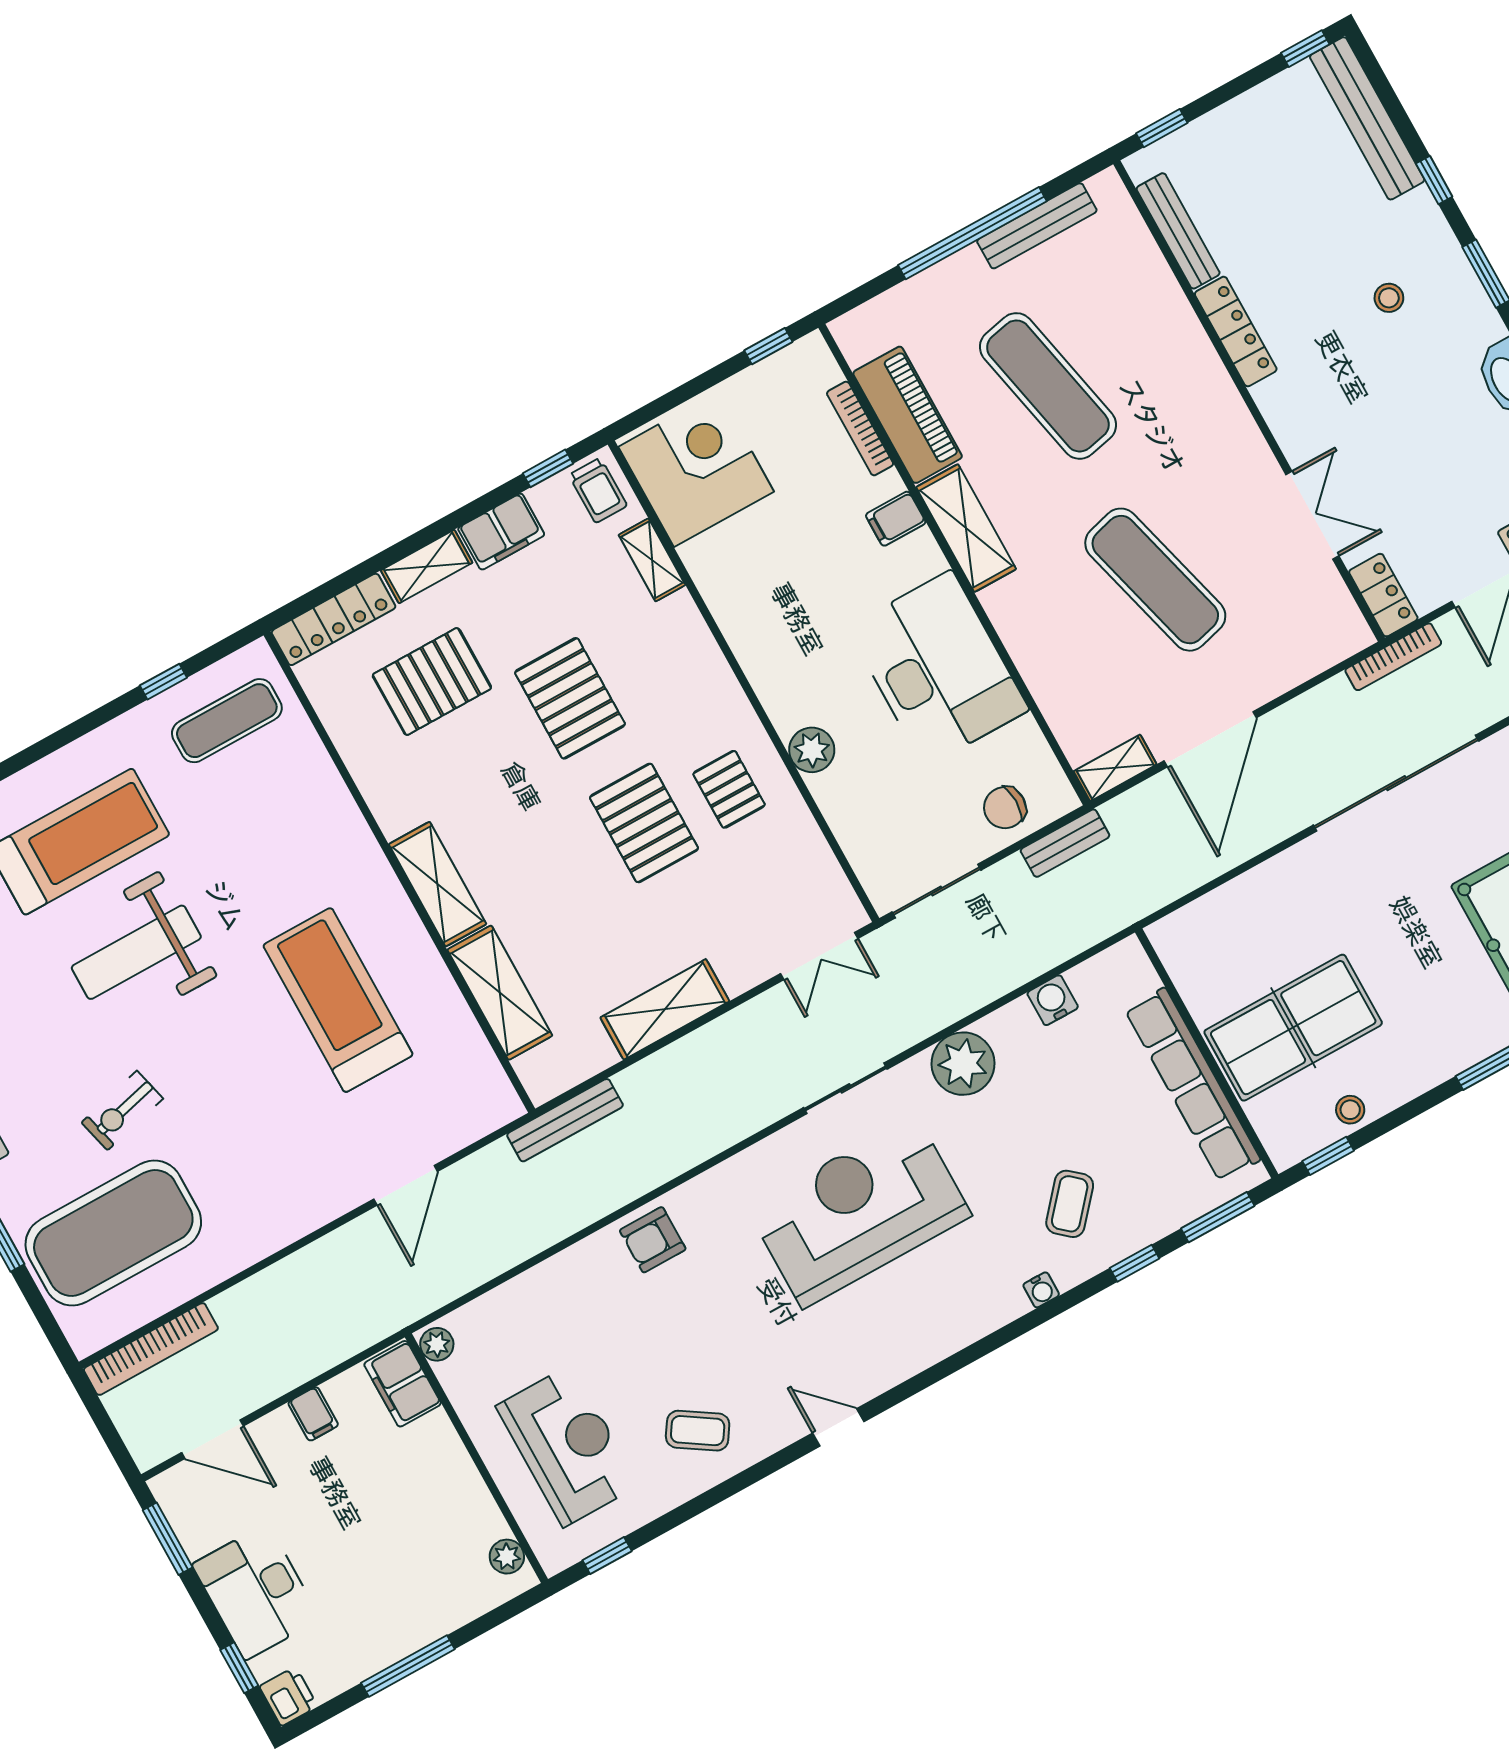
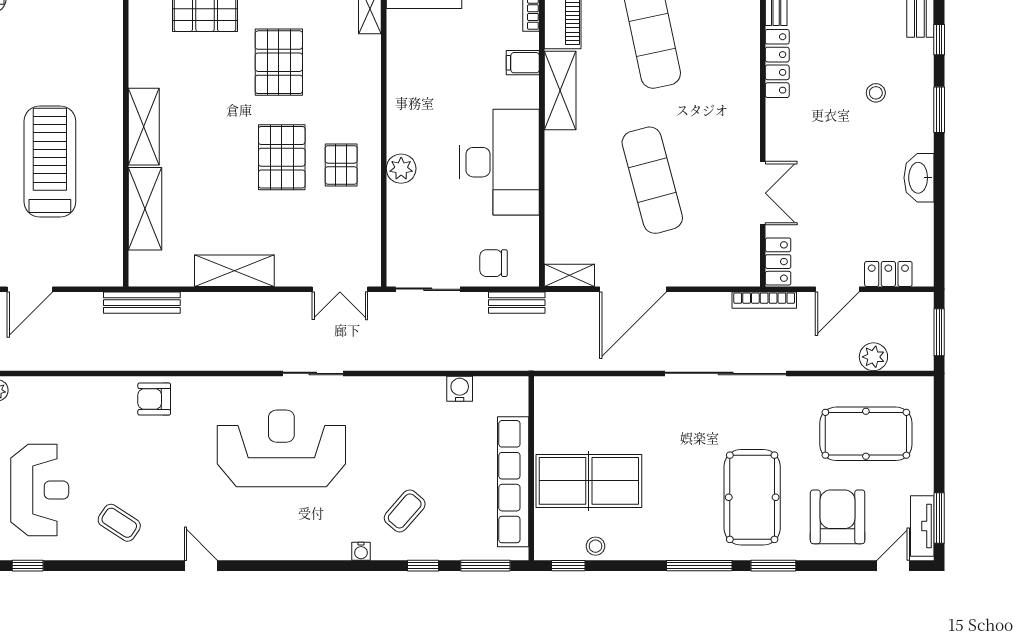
plant: (963, 1064) -> (388, 397), removed

